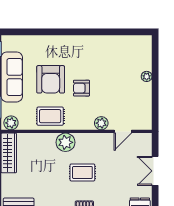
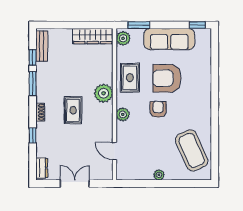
coffee table: (122, 55) -> (192, 150), added
plant: (147, 76) -> (159, 175), moved
plant: (101, 123) -> (123, 114), moved

